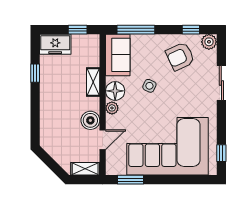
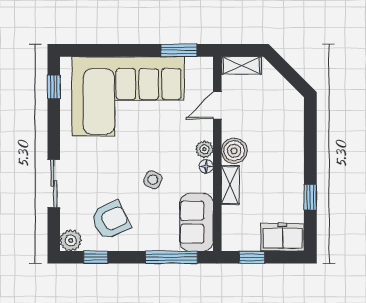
floor lamp: (115, 91) -> (206, 166), width x0.53, depth x0.53
boiler: (90, 120) -> (234, 151), moved

